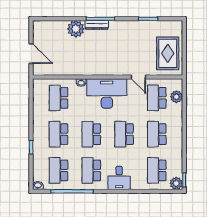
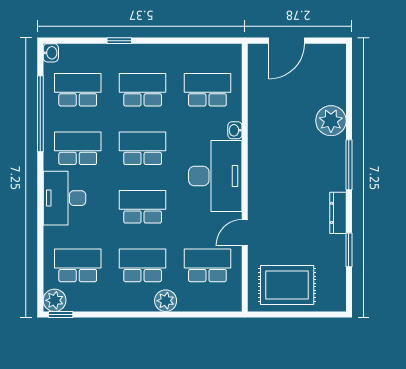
dresser: (97, 25) -> (338, 213), moved
plant: (176, 97) -> (166, 301), moved
desk: (119, 178) -> (64, 198), width x1.37

